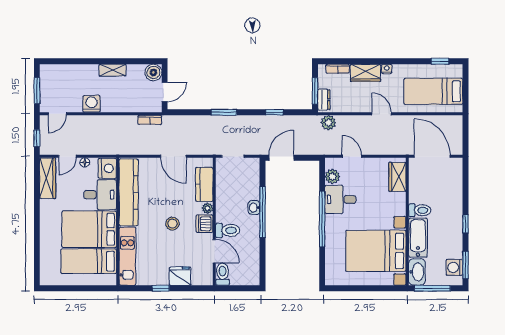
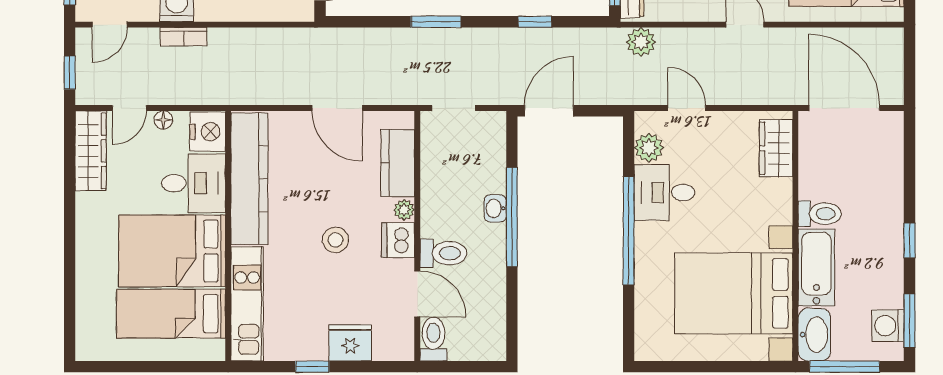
bookcase: (150, 120) -> (184, 37), moved

